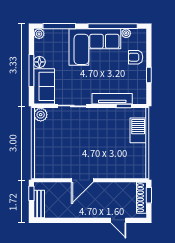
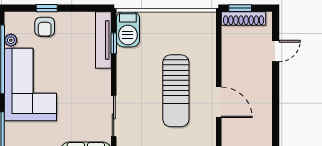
window: (149, 75) -> (47, 8), moved
tv unit: (112, 99) -> (103, 40), moved
barbecue: (138, 130) -> (128, 29), moved, turned -90
sun lounger: (90, 150) -> (176, 91), added

